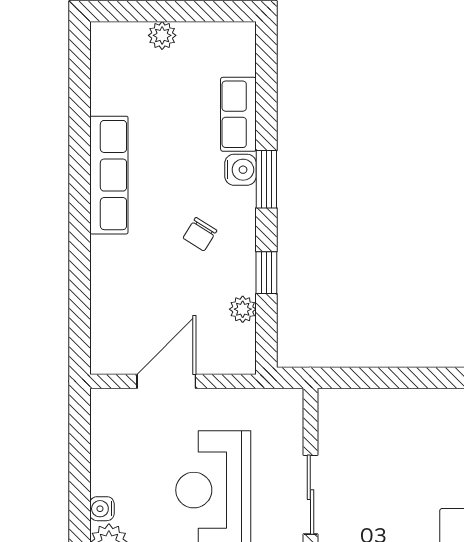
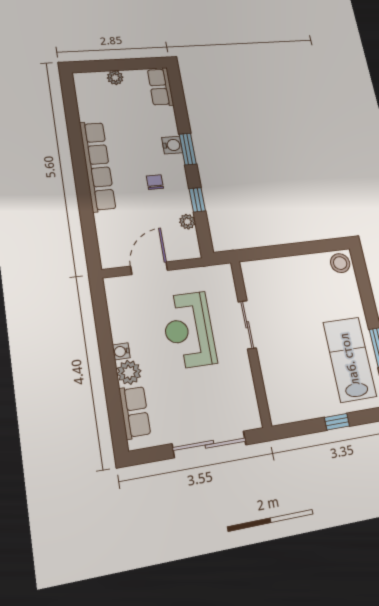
row of seats: (238, 114) -> (160, 87), moved
row of seats: (109, 175) -> (97, 166), width x1.36
chair: (200, 234) -> (155, 182), turned 148

